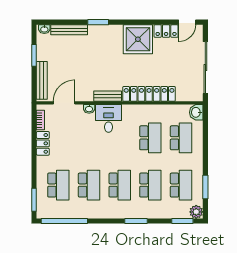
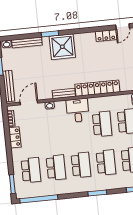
shower: (138, 39) -> (62, 47), moved
desk: (108, 118) -> (78, 110), moved

